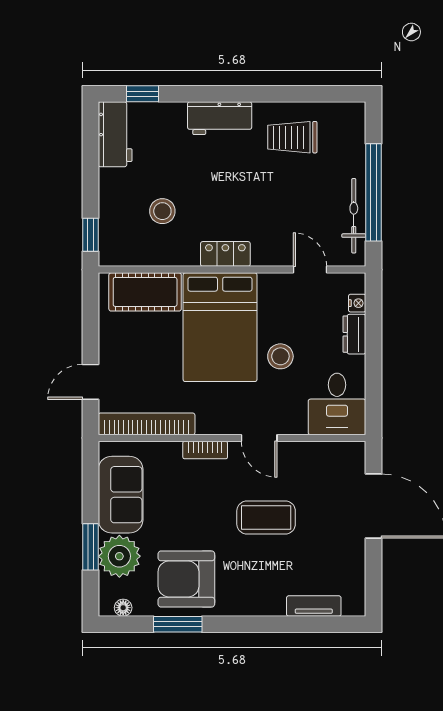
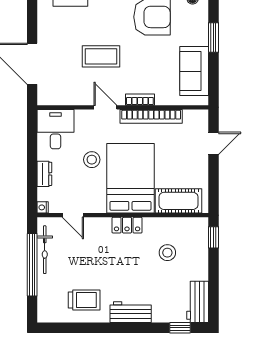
nightstand: (357, 303) -> (43, 207), moved
bookcase: (147, 424) -> (151, 116), moved
plant: (119, 556) -> (195, 32), removed

